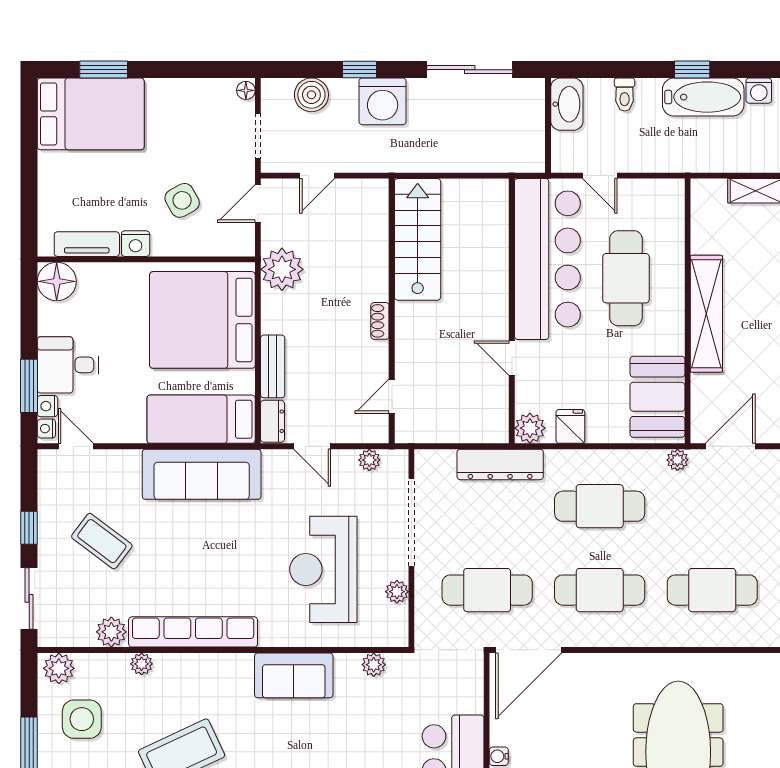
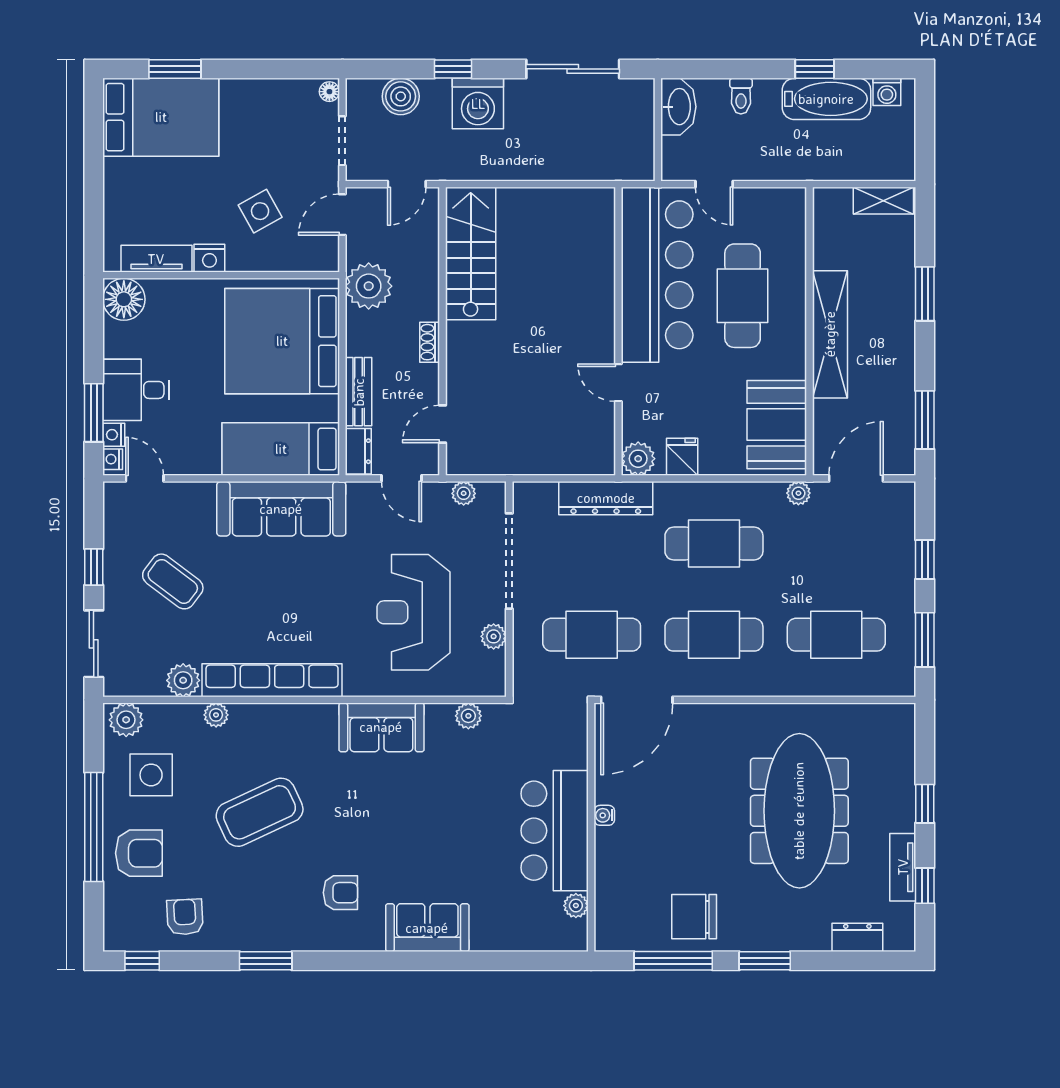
stairs: (418, 239) -> (471, 253), moved
wall: (392, 311) -> (442, 331), moved
shoe rack: (380, 321) -> (430, 342), moved
door: (392, 396) -> (442, 424), moved

